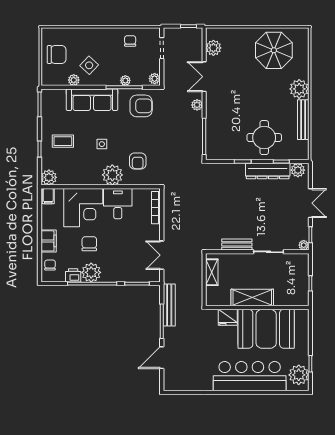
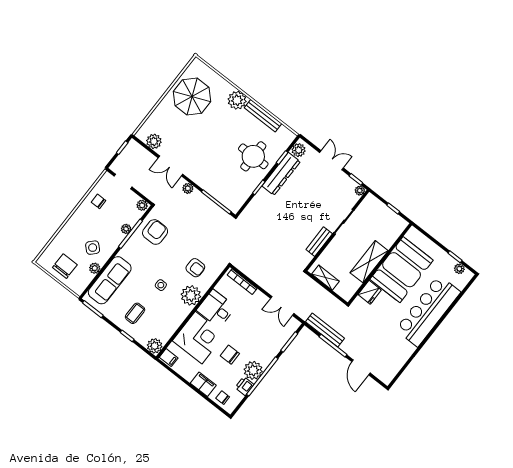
sofa: (92, 100) -> (110, 280), moved
plant: (299, 375) -> (459, 269), width x0.53, depth x0.53

